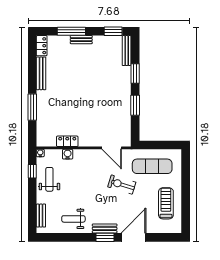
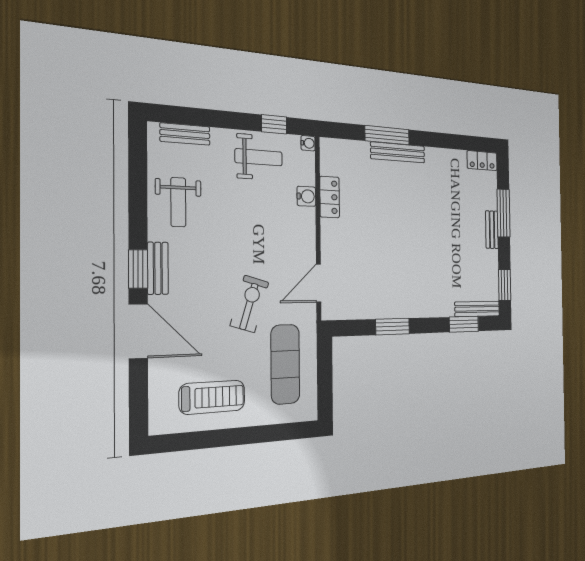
bench: (41, 73) -> (398, 152), moved
window: (135, 73) -> (464, 324), moved
weight bench: (73, 219) -> (178, 202), turned 180

